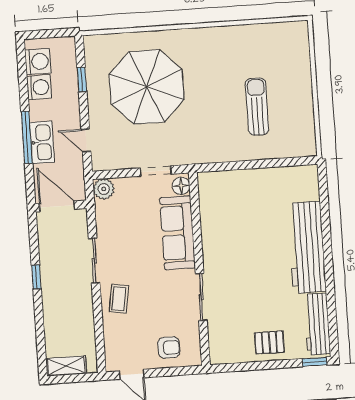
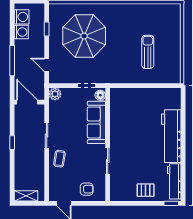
kitchen sink: (42, 142) -> (21, 64), removed

